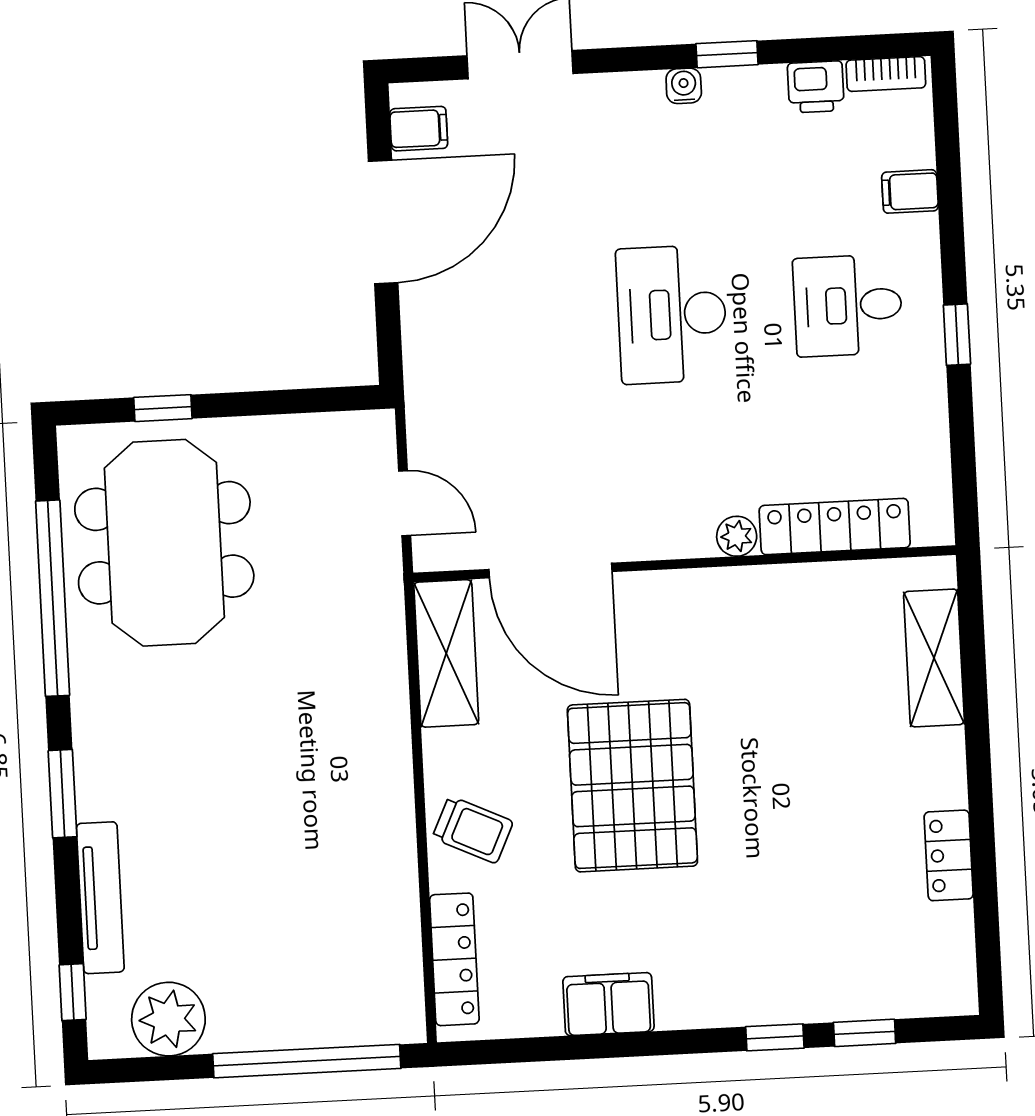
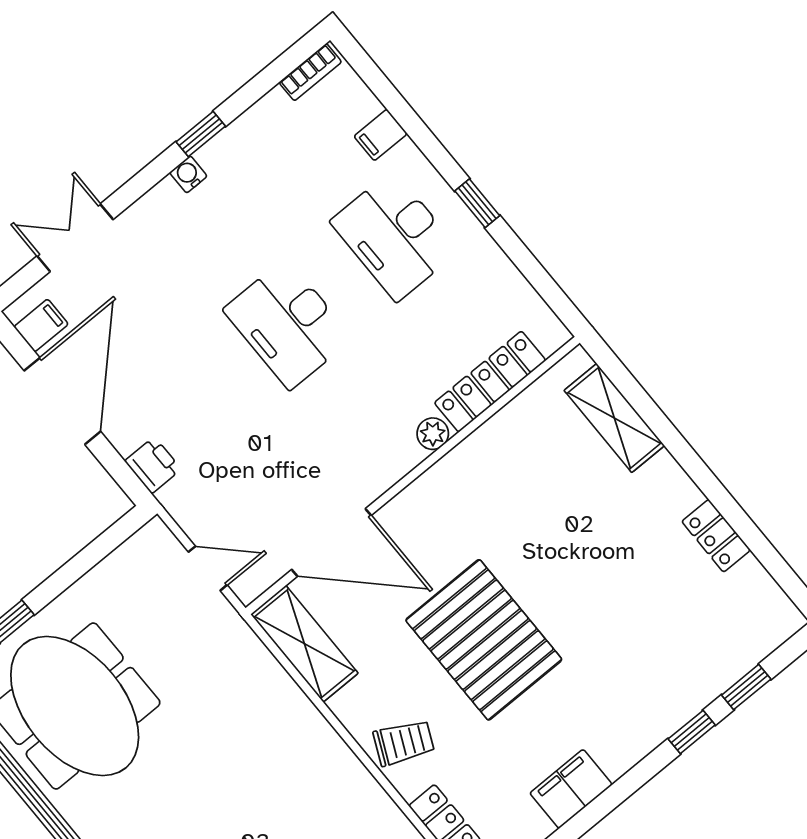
printer: (816, 87) -> (153, 465), moved, turned -90
desk: (848, 305) -> (395, 236), width x1.37

